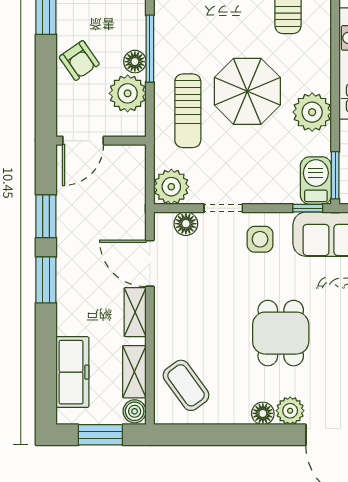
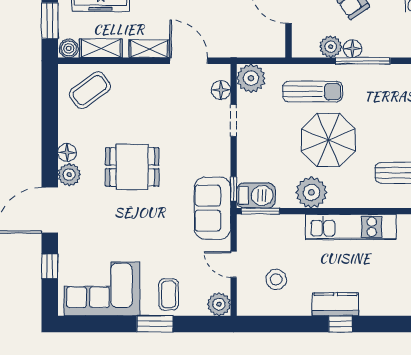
plant: (128, 93) -> (331, 47), width x0.73, depth x0.73
sun lounger: (188, 111) -> (313, 92), turned 180
side table: (260, 239) -> (208, 150), removed
door: (150, 263) -> (189, 61), hinge flipped

